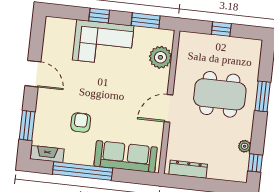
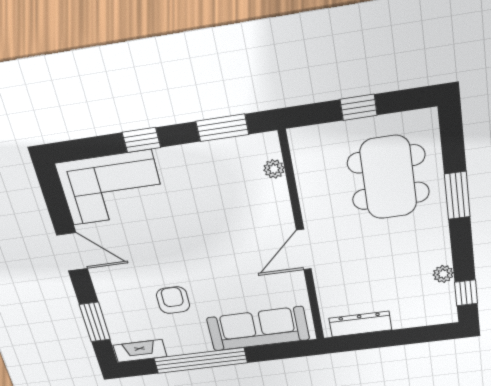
corner sofa: (103, 43) -> (111, 188), moved
plant: (160, 57) -> (274, 169), width x0.53, depth x0.53
dining table: (220, 94) -> (388, 178), moved, turned 90

